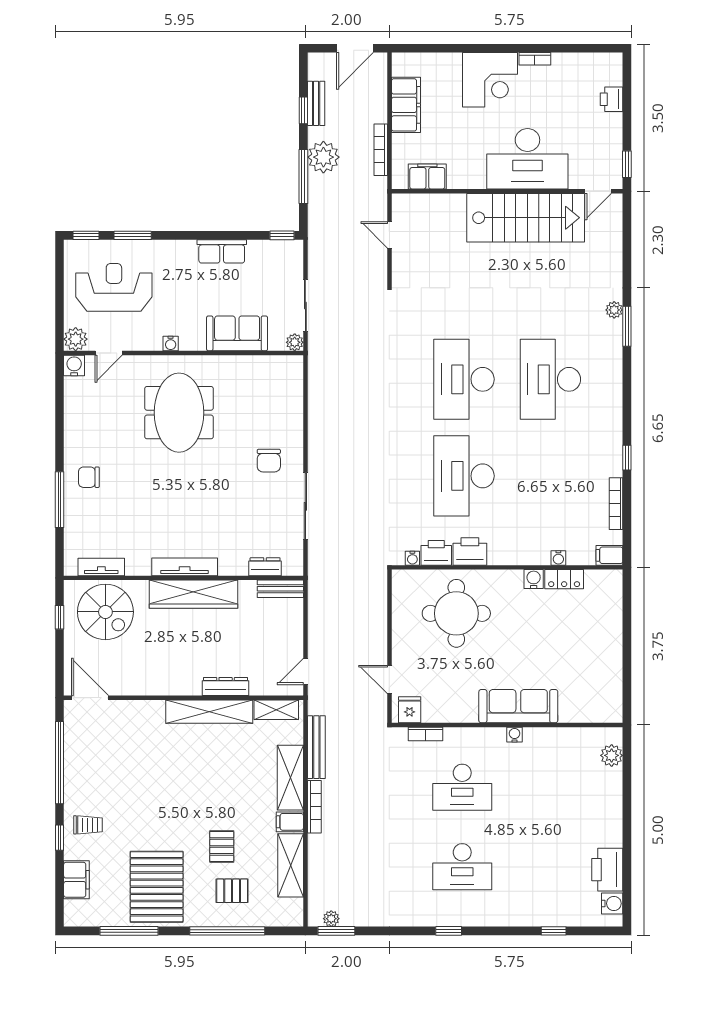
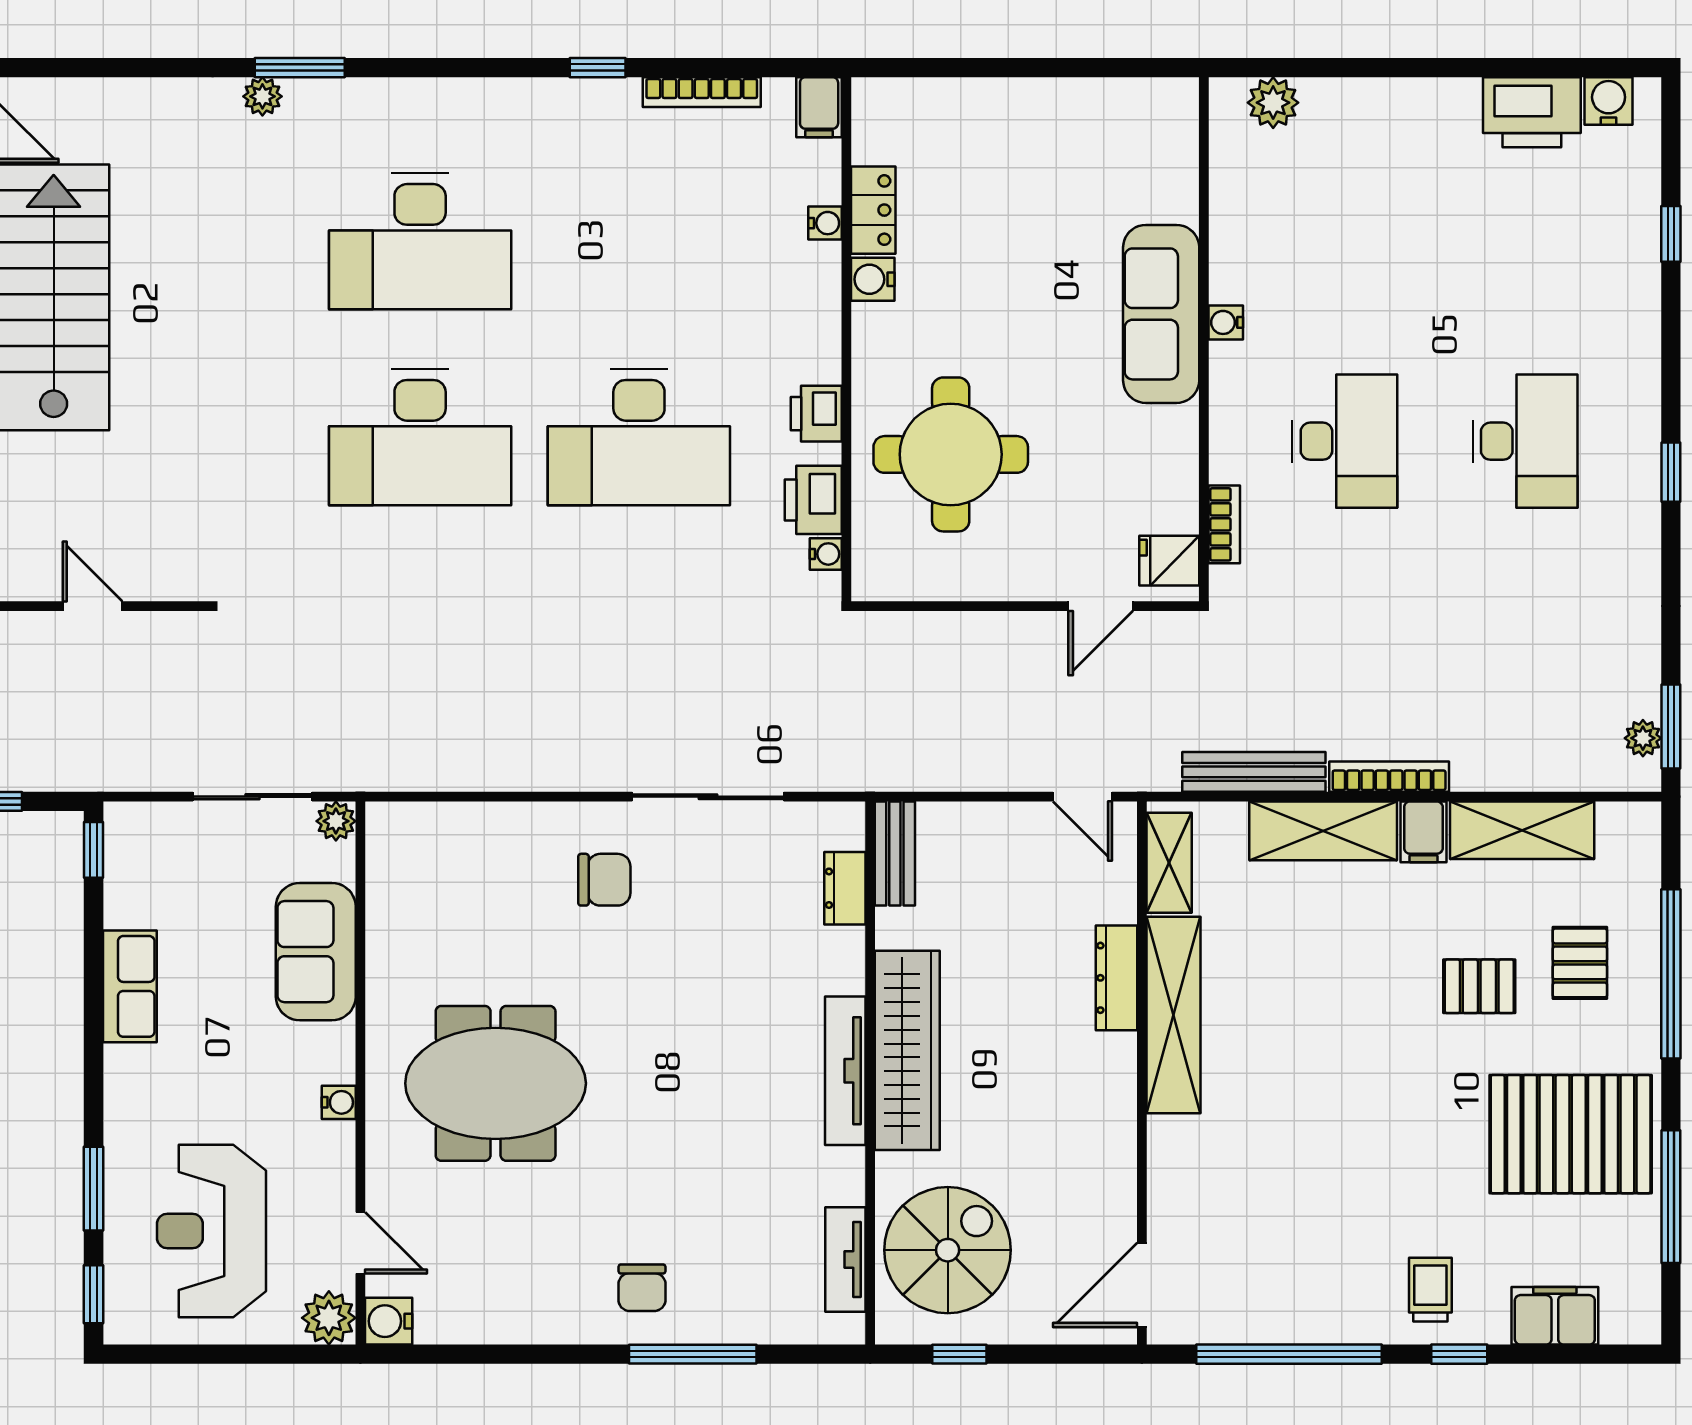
door: (389, 235) -> (92, 606), swing flipped
printer: (470, 551) -> (816, 414), width x0.73, depth x0.81

